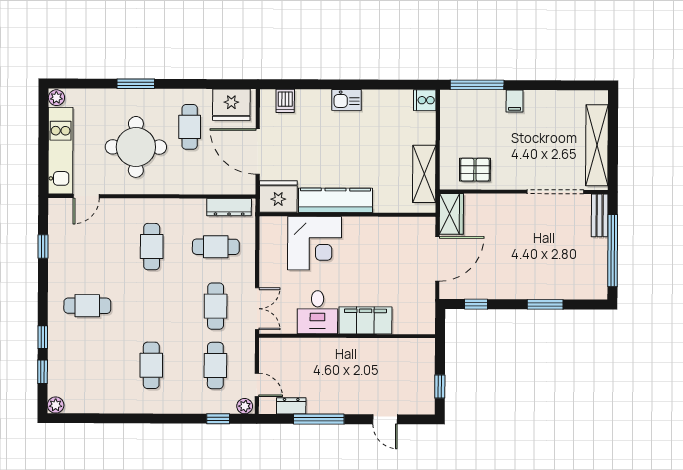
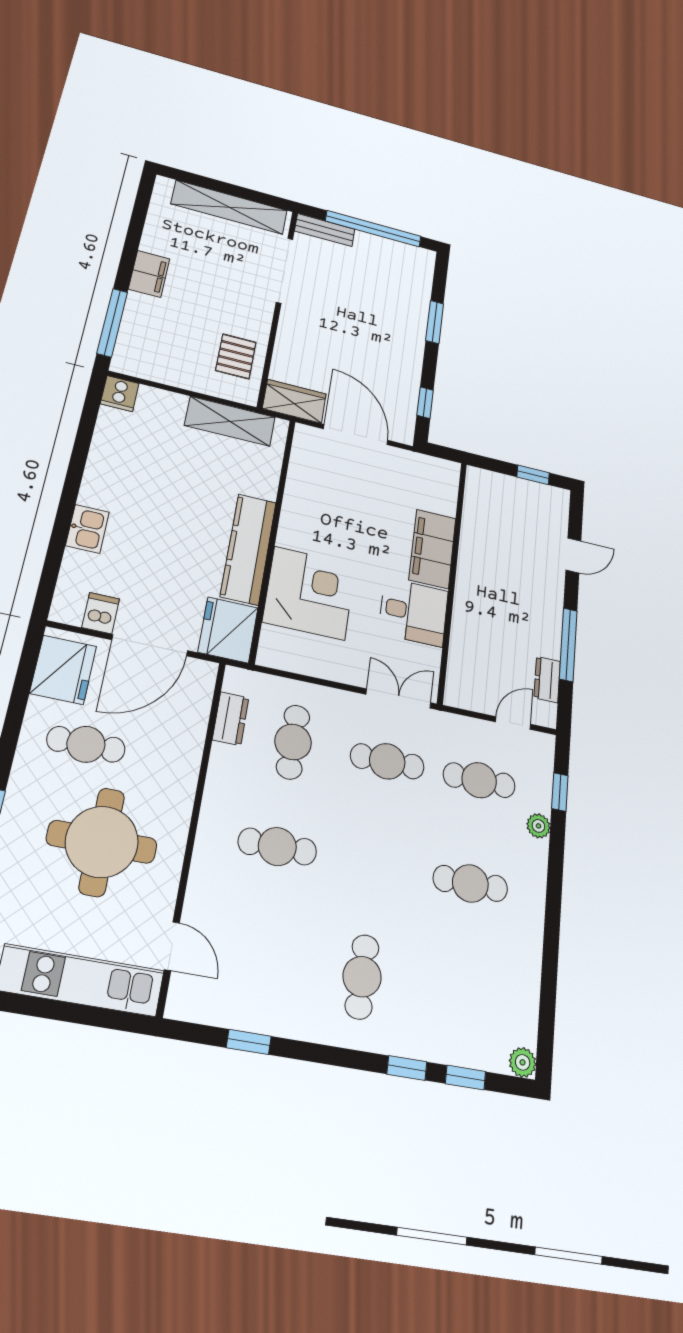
kitchen sink: (346, 100) -> (87, 529), moved
dishwasher: (285, 101) -> (101, 613), moved, turned -90
filing cabinet: (515, 101) -> (149, 274), width x2.00
dresser: (229, 207) -> (231, 719), width x0.70
plant: (245, 406) -> (538, 826), moved

